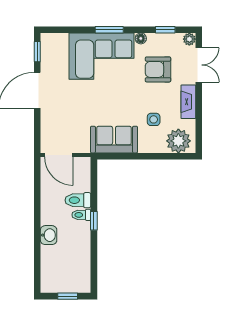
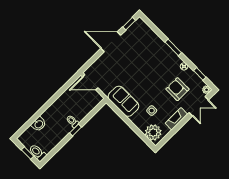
corner sofa: (101, 56) -> (157, 56), removed
door: (59, 155) -> (90, 82), hinge flipped
toilet: (78, 200) -> (38, 153), moved
washbasin: (49, 235) -> (39, 124), moved

